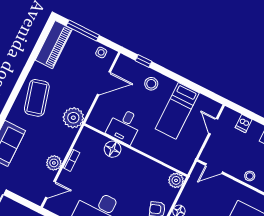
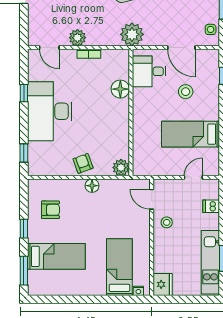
stool: (151, 84) -> (186, 92), moved
desk: (124, 126) -> (149, 71), moved
stool: (250, 176) -> (167, 222), moved

